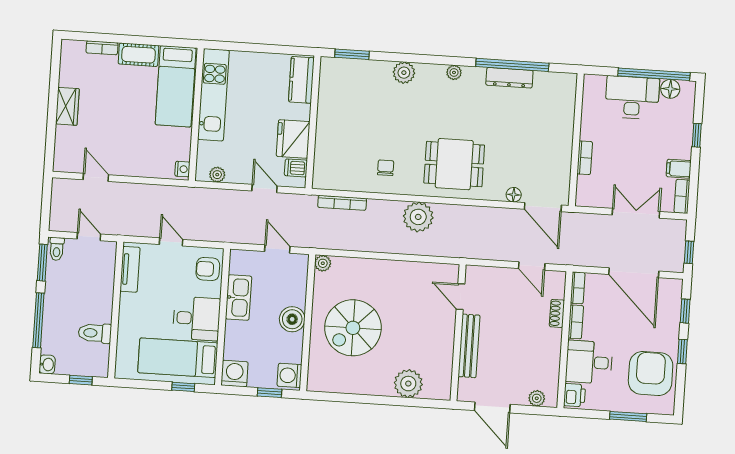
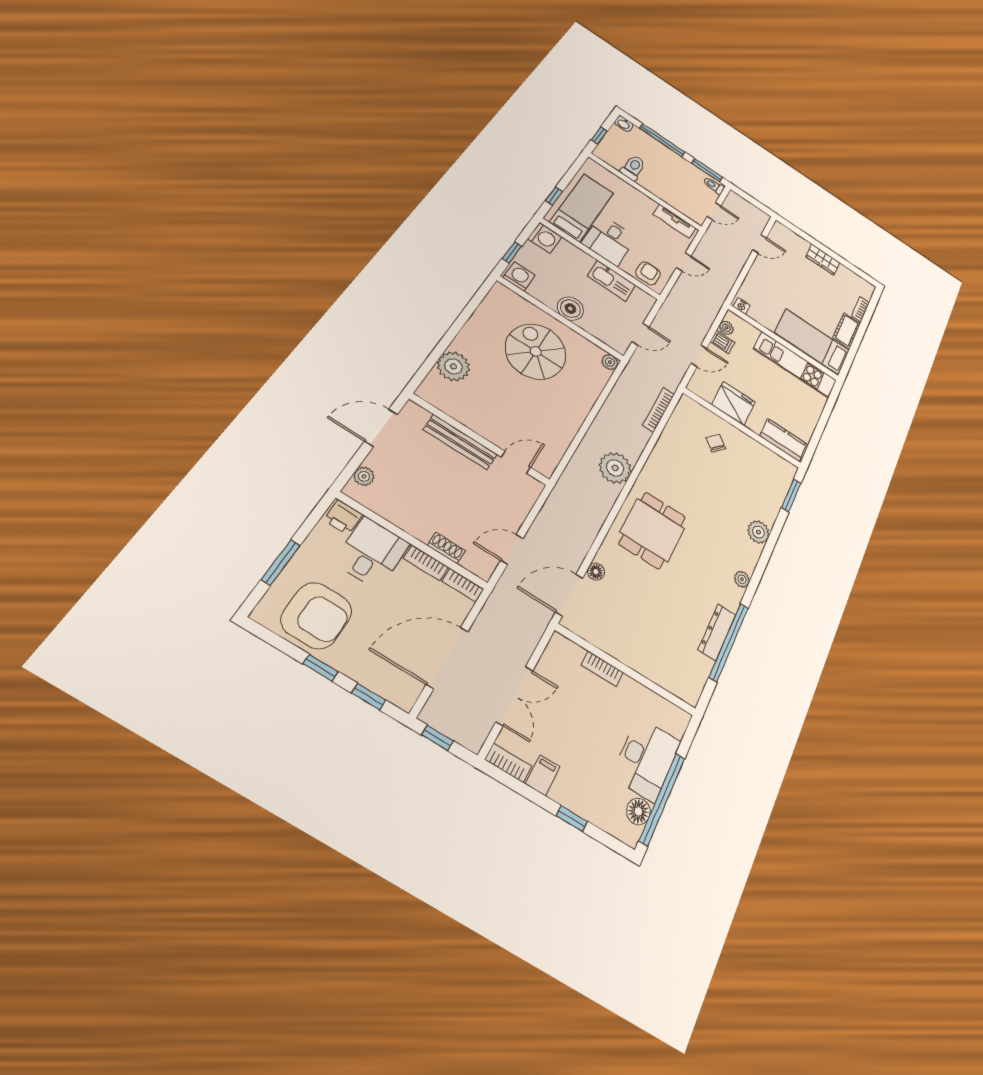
dishwasher: (296, 168) -> (722, 342), moved, turned 90
chair: (386, 168) -> (716, 443), moved, turned -139

